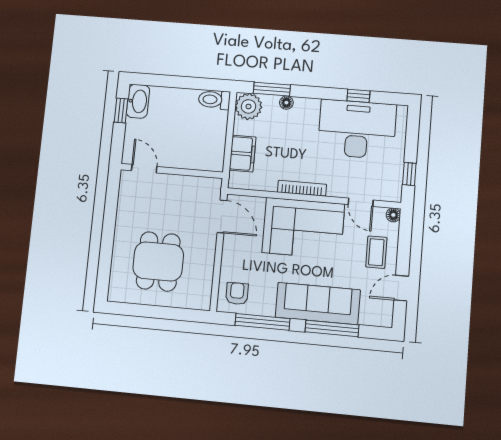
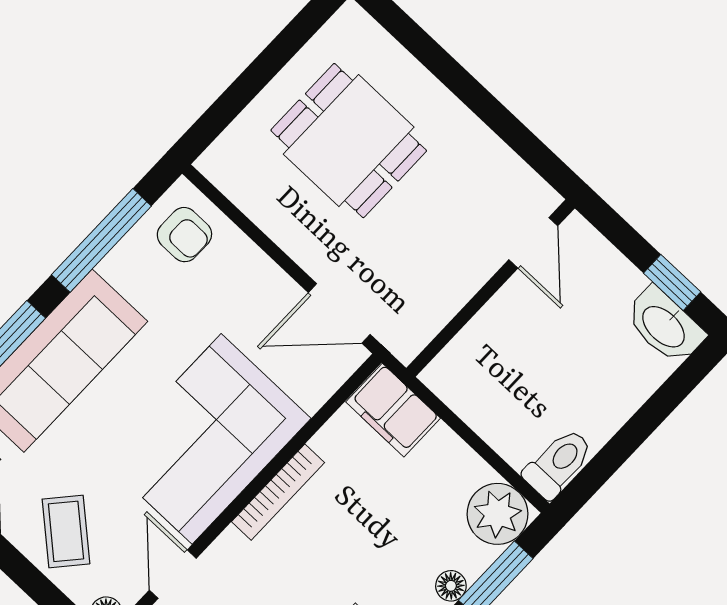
filing cabinet: (243, 154) -> (393, 410), moved
door: (144, 169) -> (533, 243), hinge flipped
door: (361, 202) -> (173, 574), hinge flipped
coffee table: (376, 252) -> (66, 531), turned 41

